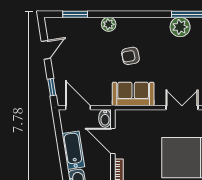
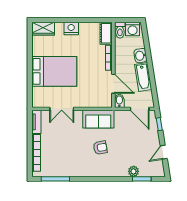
plant: (109, 24) -> (134, 171), moved
plant: (180, 27) -> (63, 169), removed

